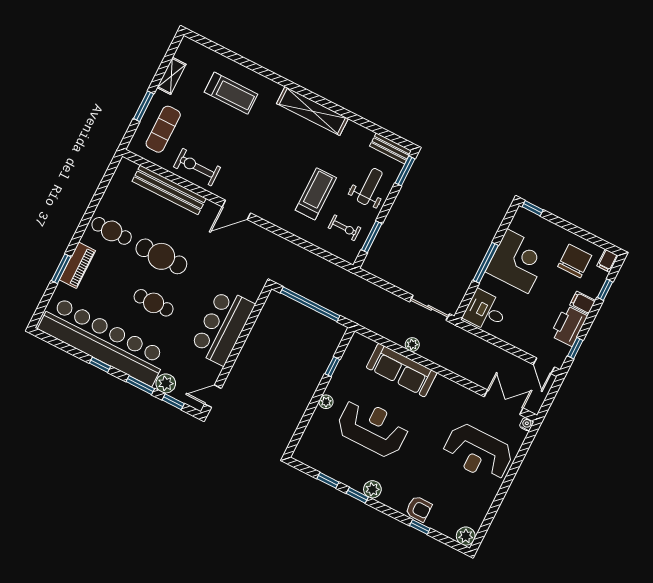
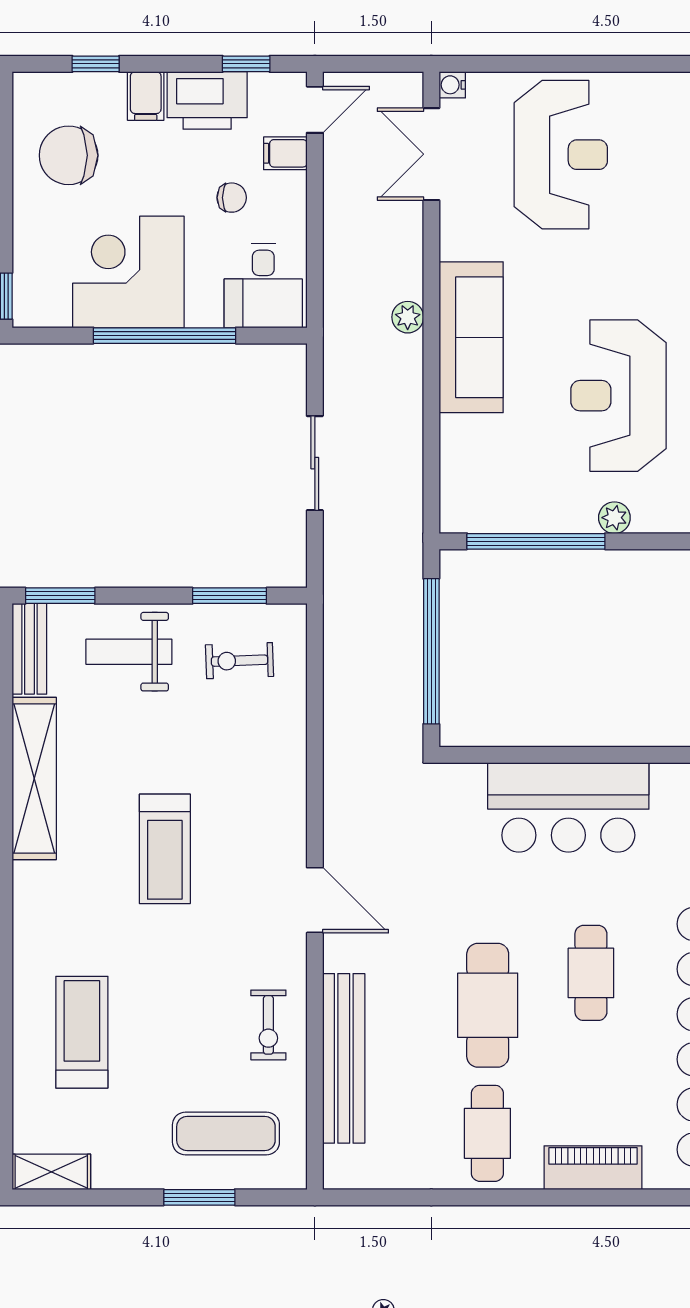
shelving: (171, 76) -> (51, 1172), moved
shelving: (312, 111) -> (34, 778), moved
exercise bike: (197, 167) -> (268, 1025), width x0.73, depth x0.72
treadmill: (316, 194) -> (165, 849), moved, turned -90
exercise bike: (344, 228) -> (240, 661), turned -92
filing cabinet: (607, 261) -> (285, 153), moved, turned 180
window: (486, 263) -> (165, 336), width x1.46
window: (61, 269) -> (617, 1197), removed
sliding door: (430, 308) -> (315, 463), moved
chair: (526, 316) -> (232, 198), added
plant: (412, 344) -> (408, 317), moved
window: (332, 367) -> (536, 541), width x3.17
sofa: (402, 370) -> (471, 337), moved

